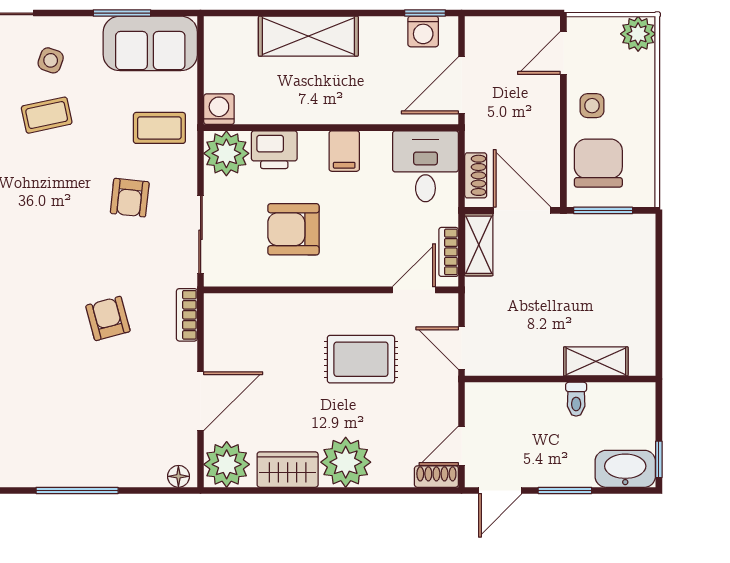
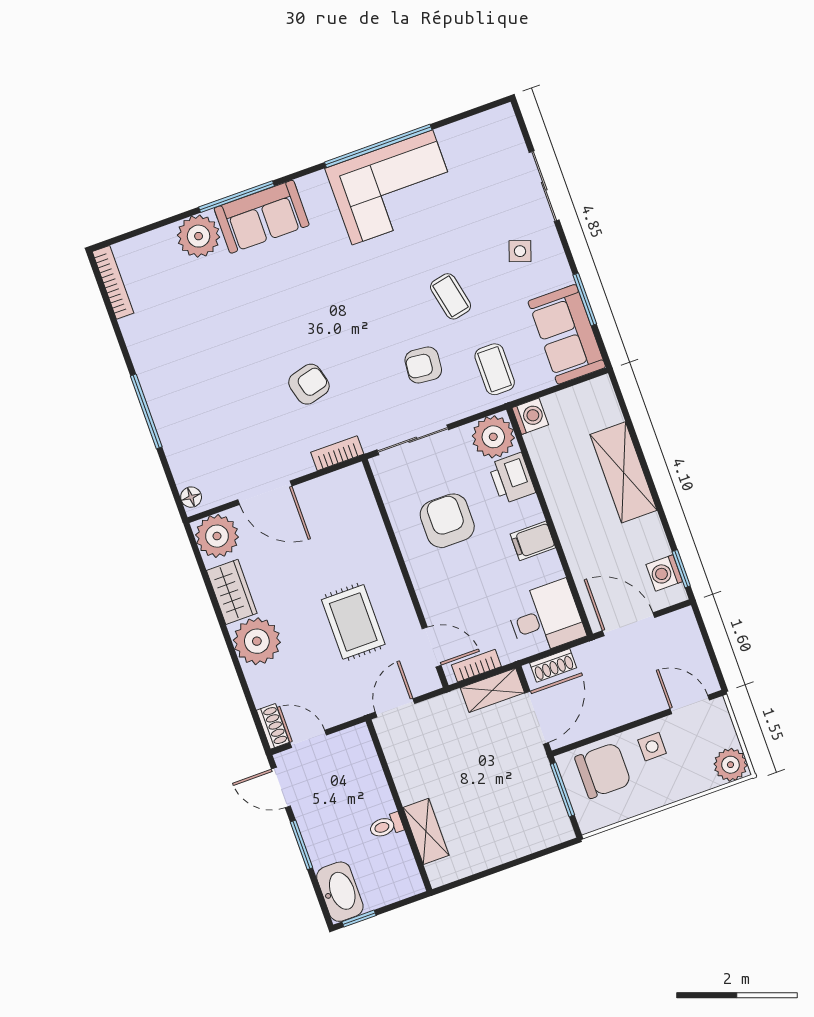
coffee table: (47, 115) -> (451, 296), moved

